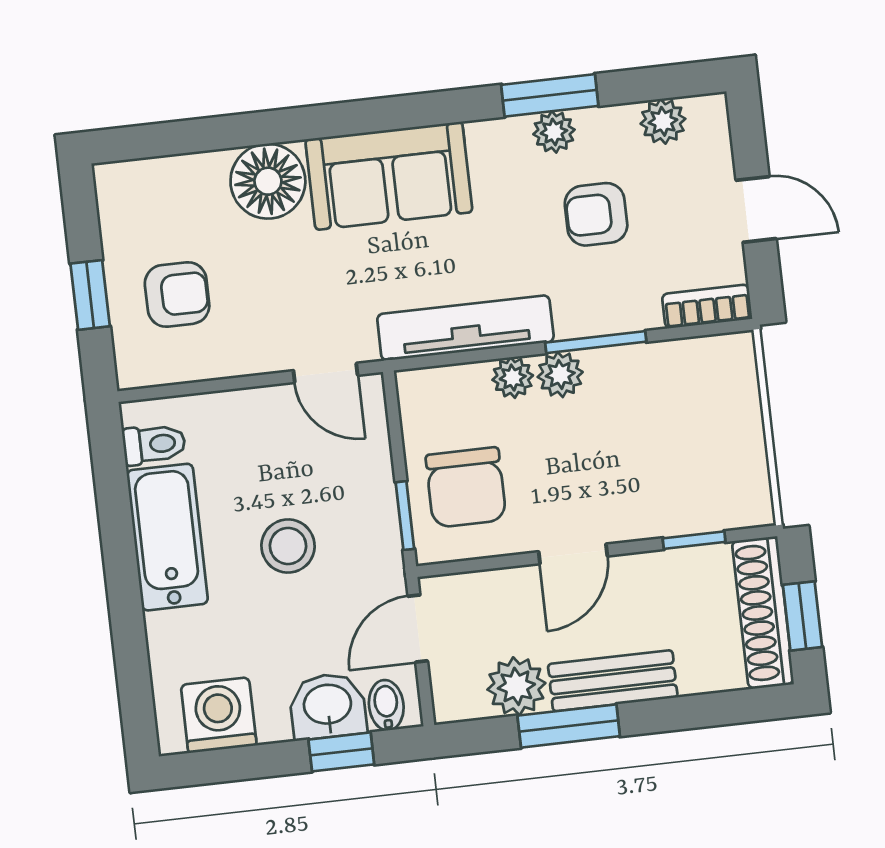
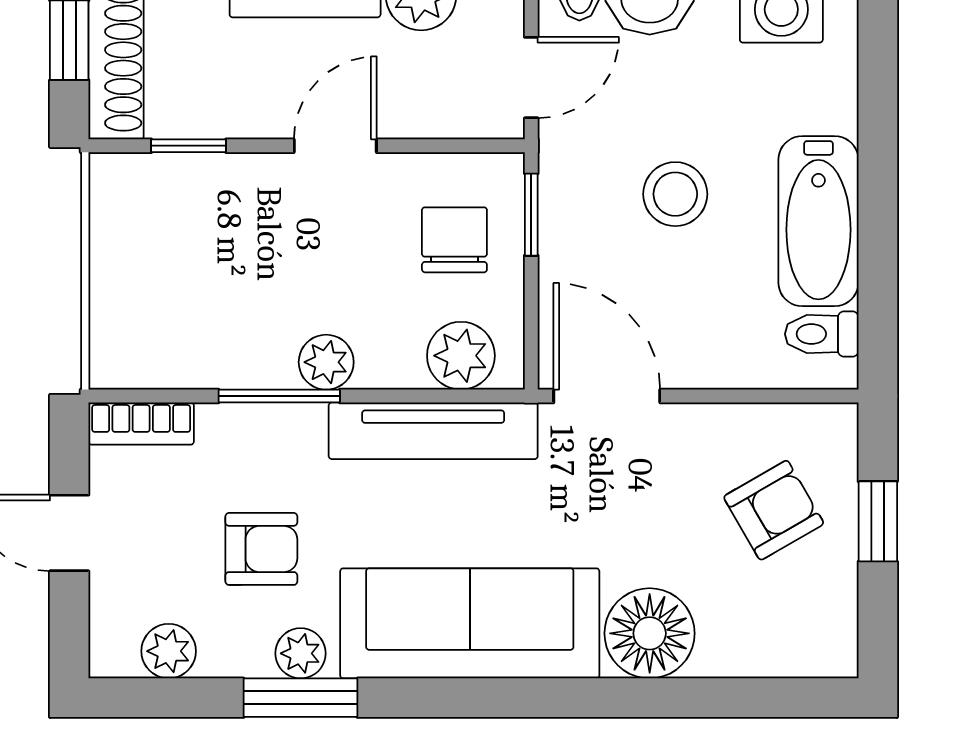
sofa: (389, 176) -> (470, 623), width x1.36
armchair: (177, 294) -> (774, 510), turned 150
door: (326, 373) -> (607, 396), width x1.38
plant: (513, 378) -> (461, 356), moved, width x1.38, depth x1.38
chair: (466, 487) -> (454, 240), width x0.73, depth x0.73

